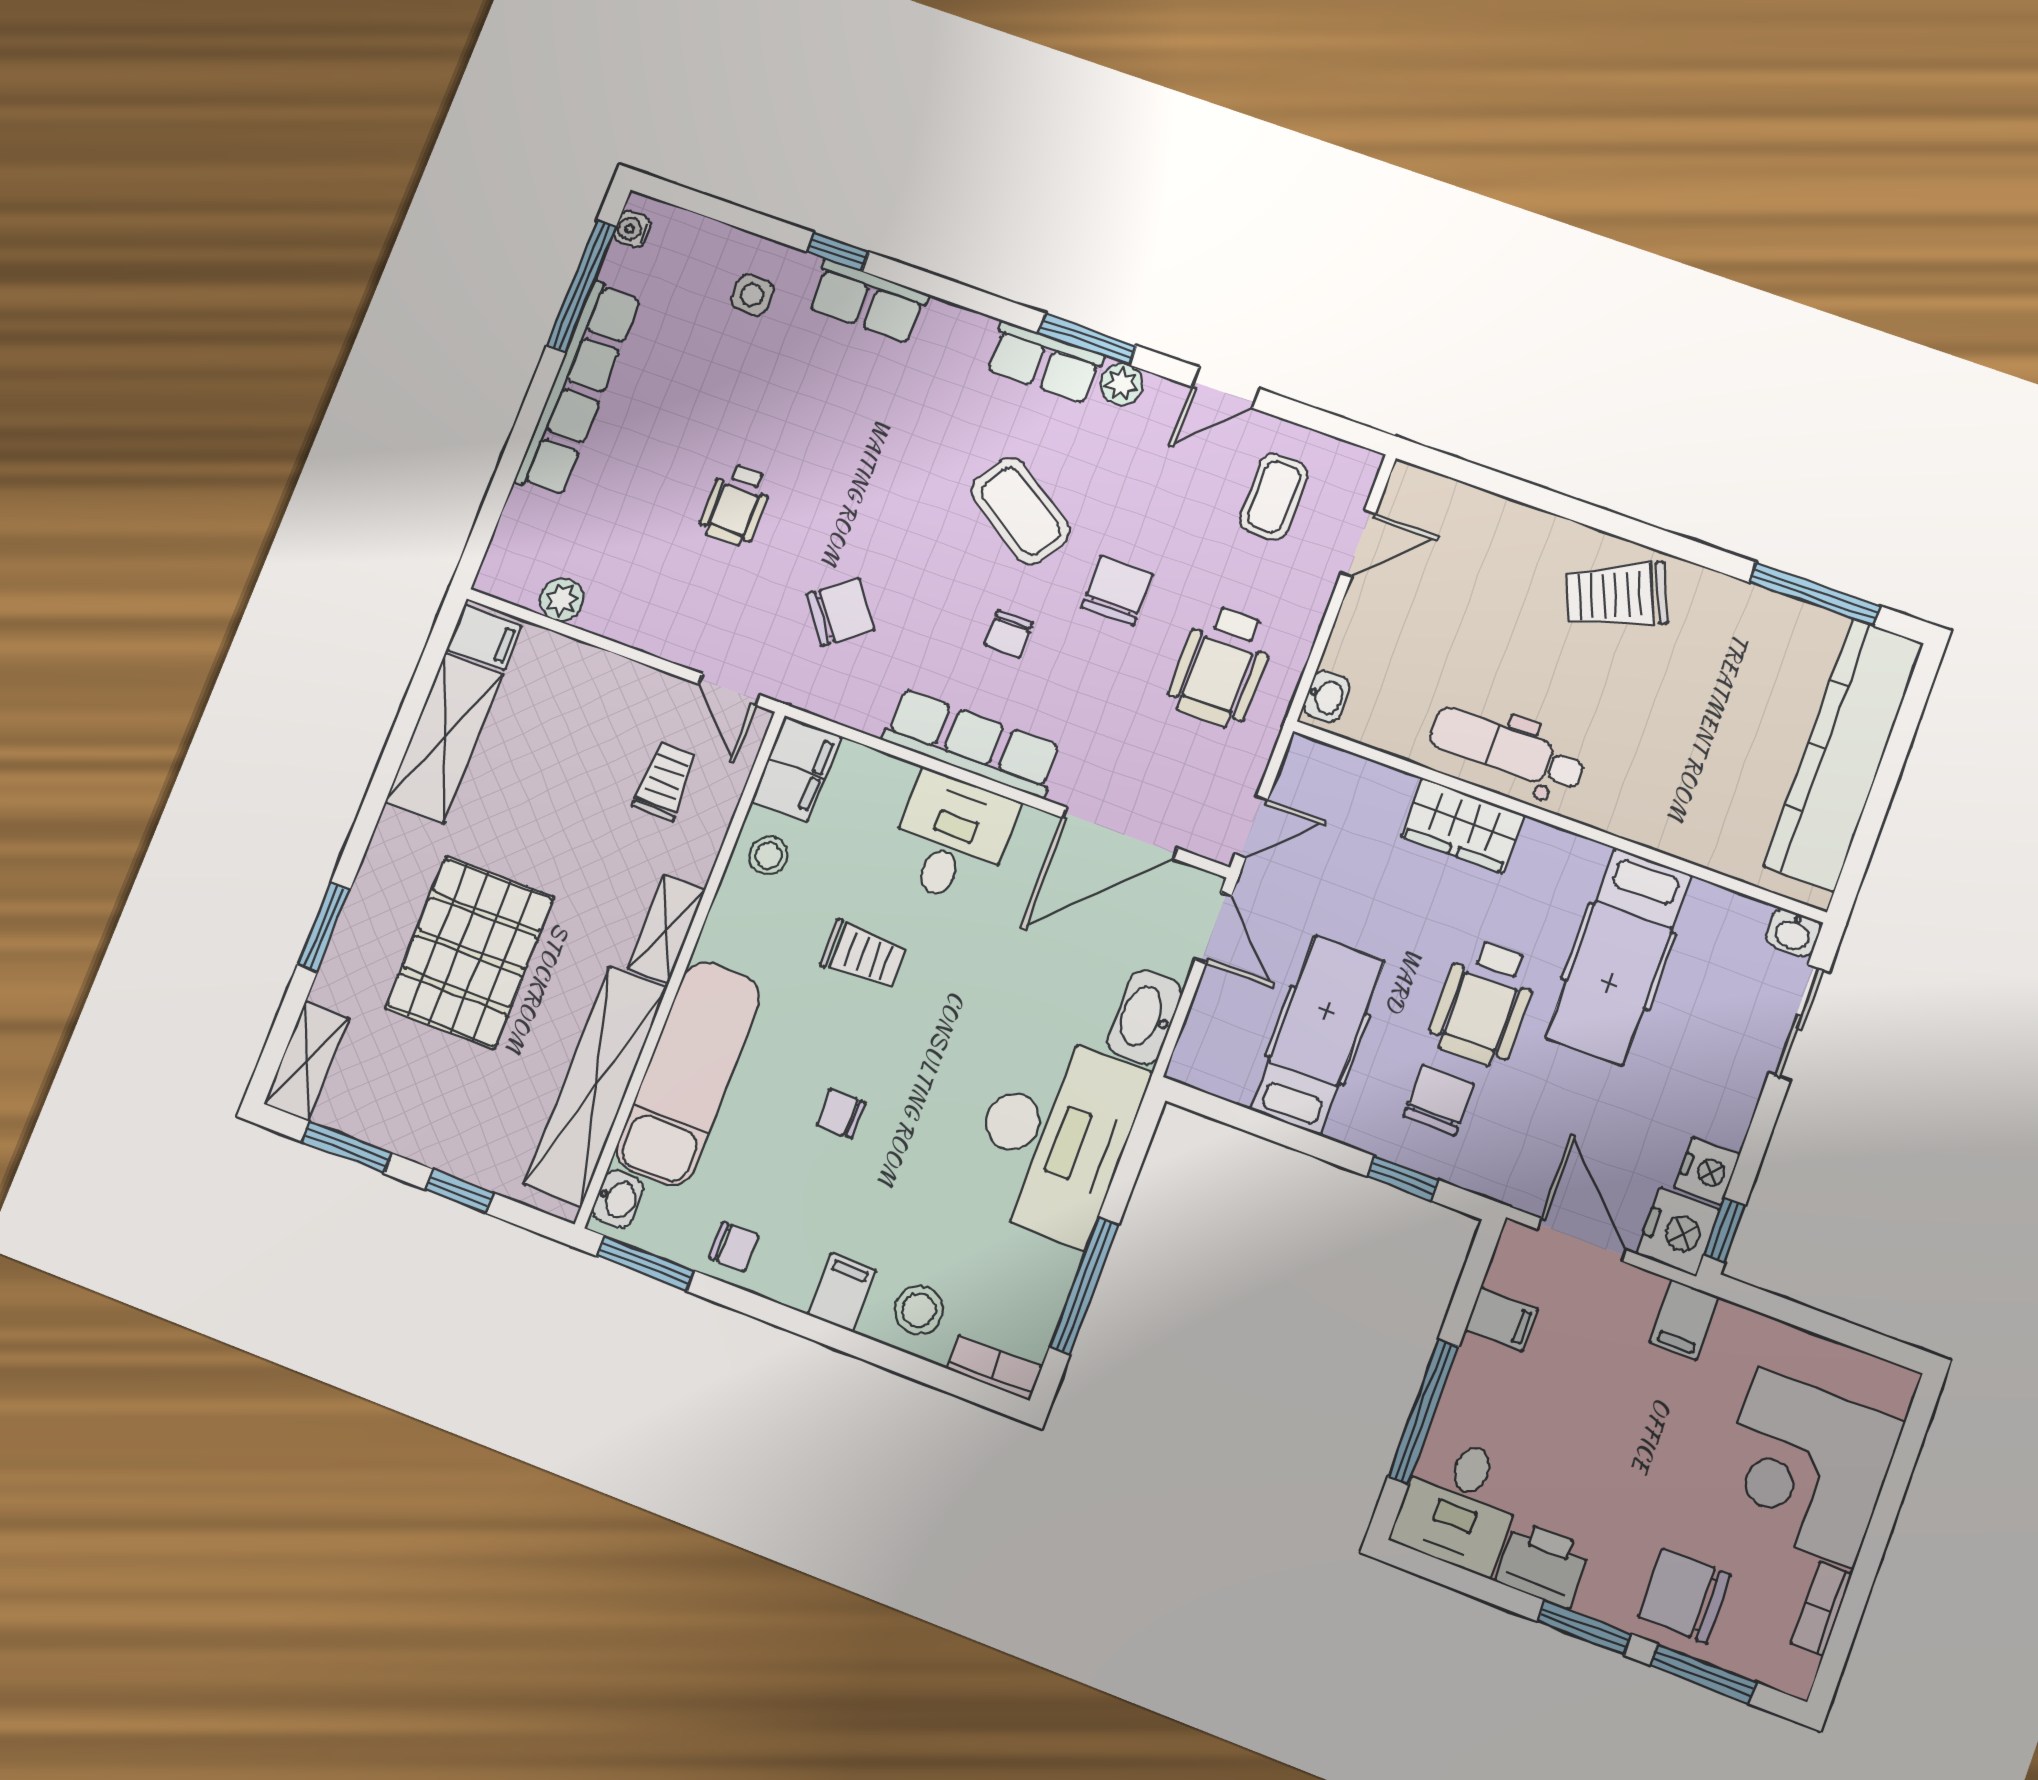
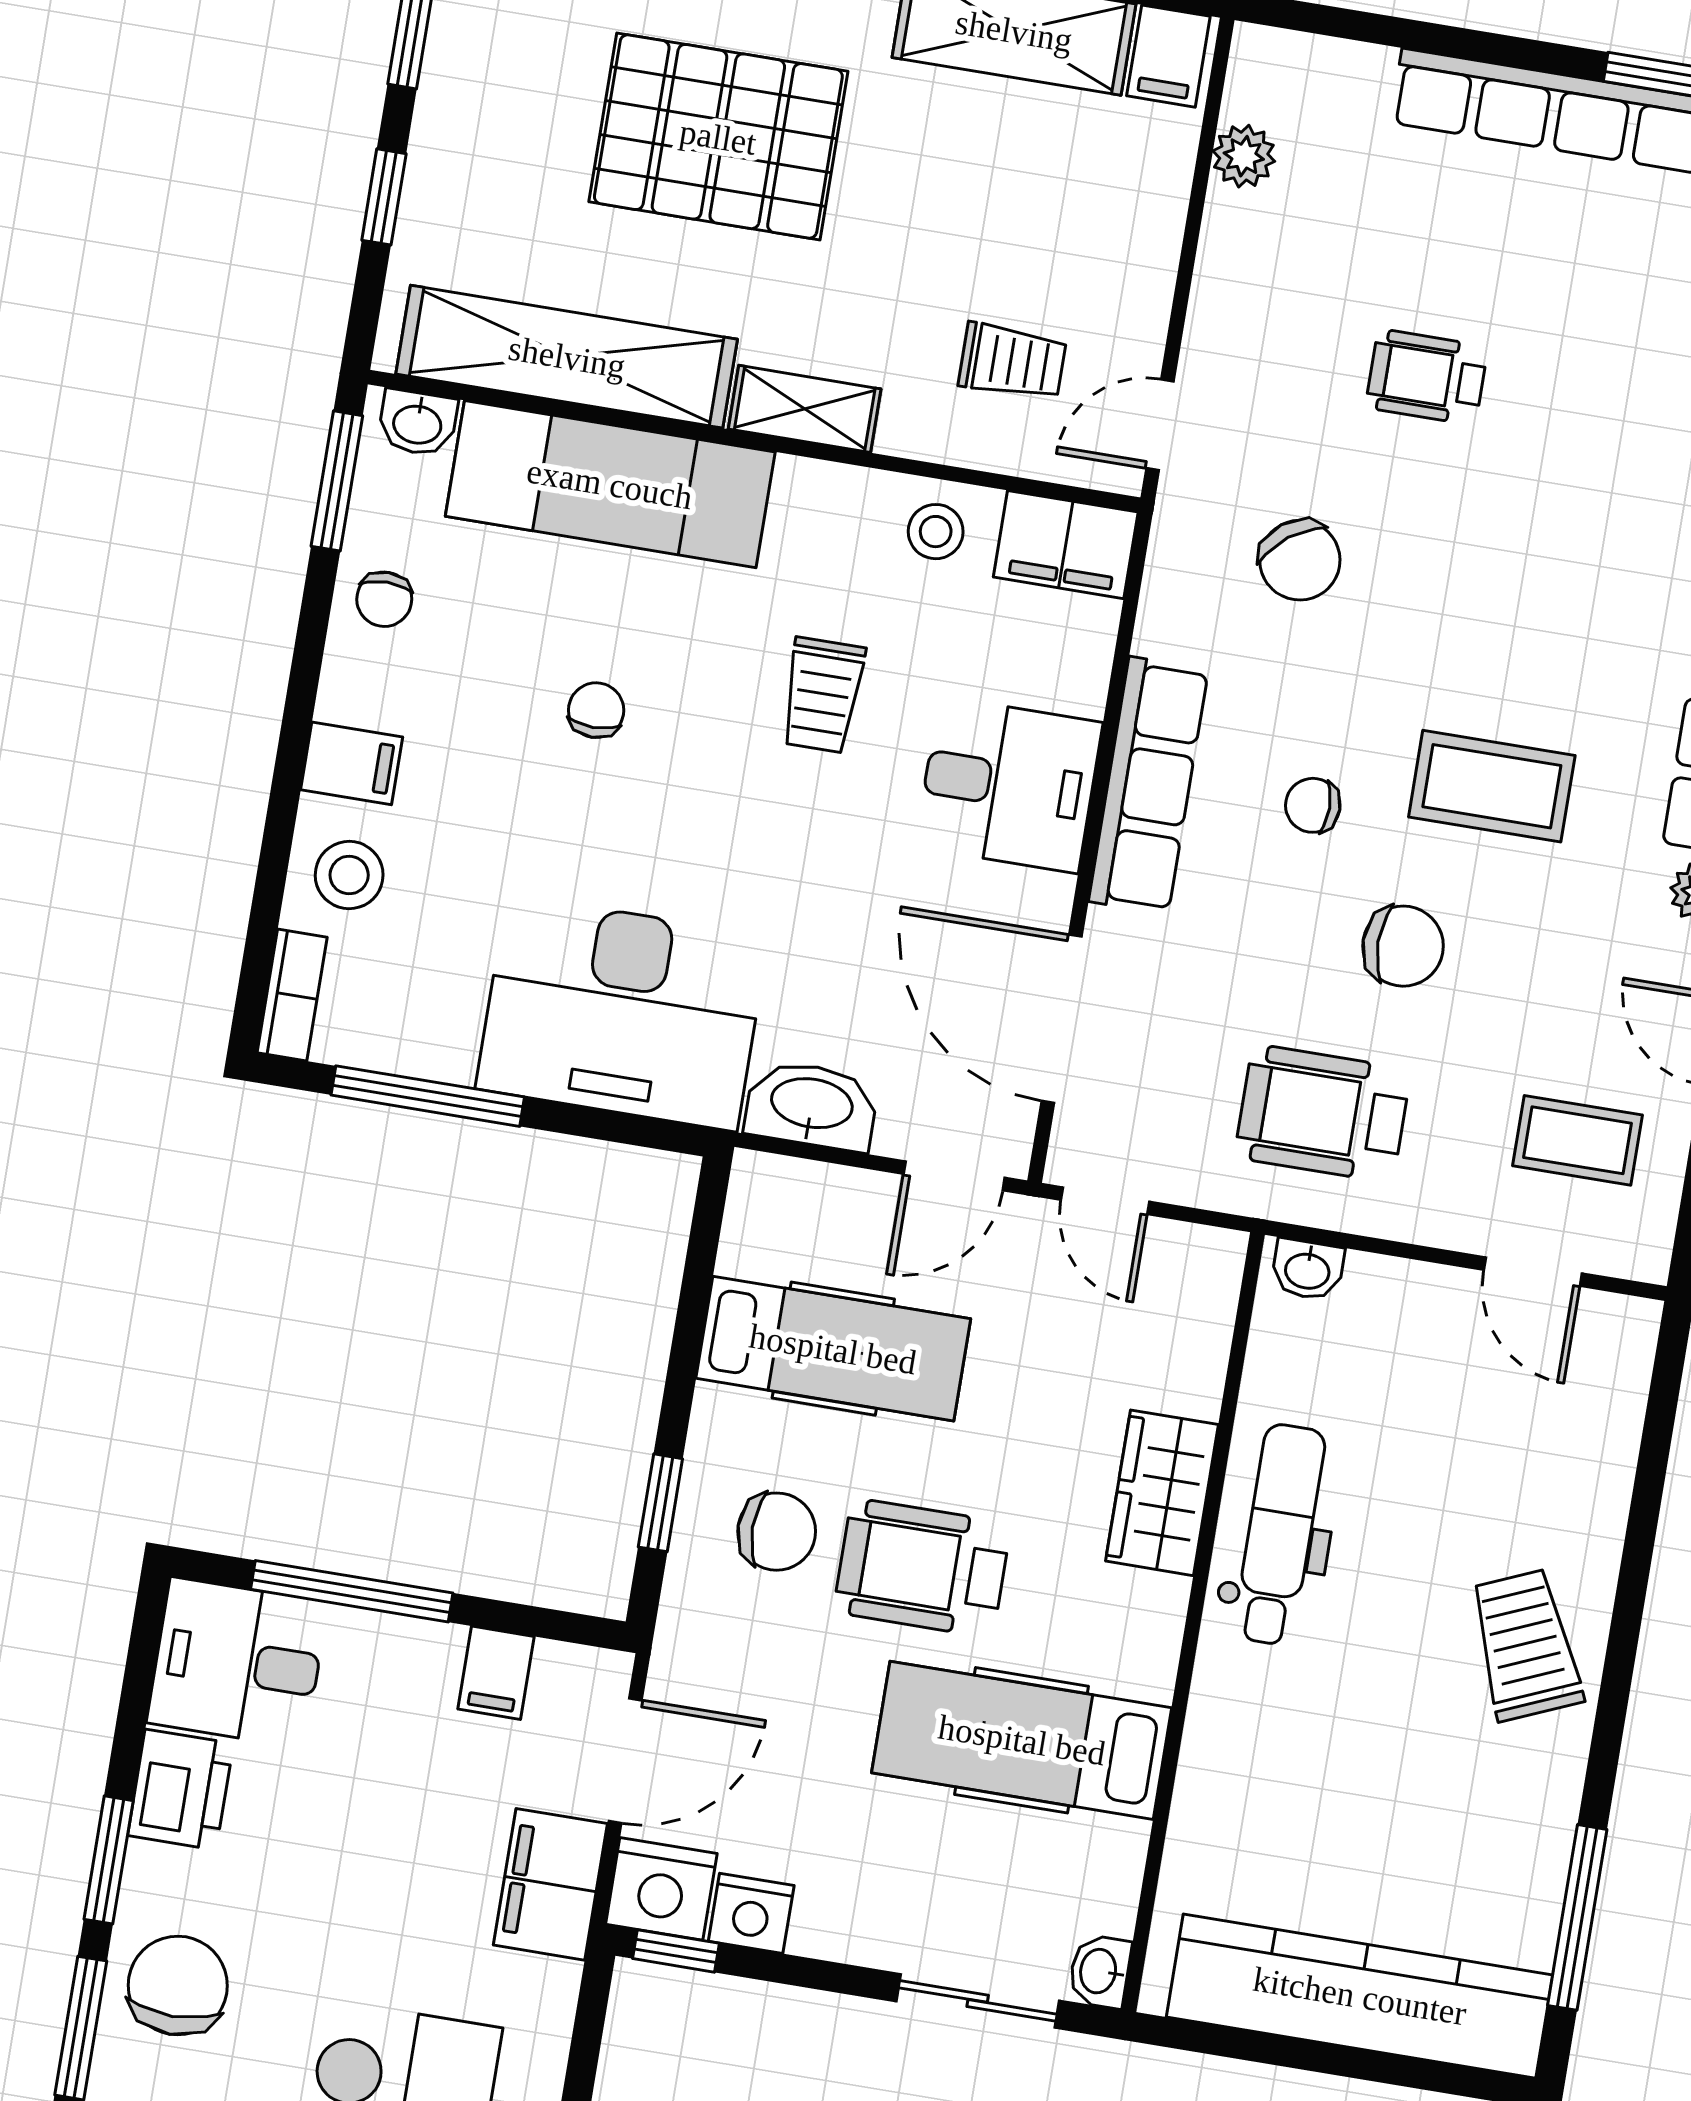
coffee table: (1021, 511) -> (1492, 786), turned 57
filing cabinet: (1684, 1320) -> (550, 1884), width x2.00

